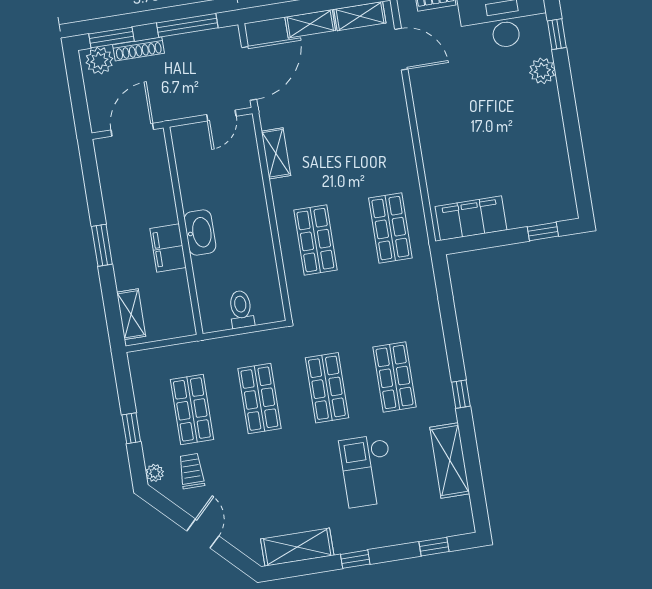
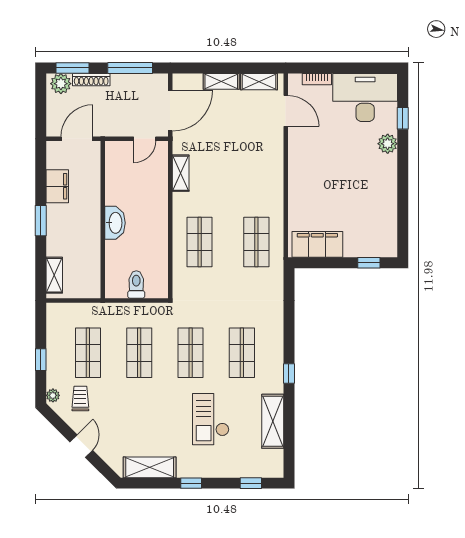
filing cabinet: (168, 248) -> (57, 186), moved, turned 180

